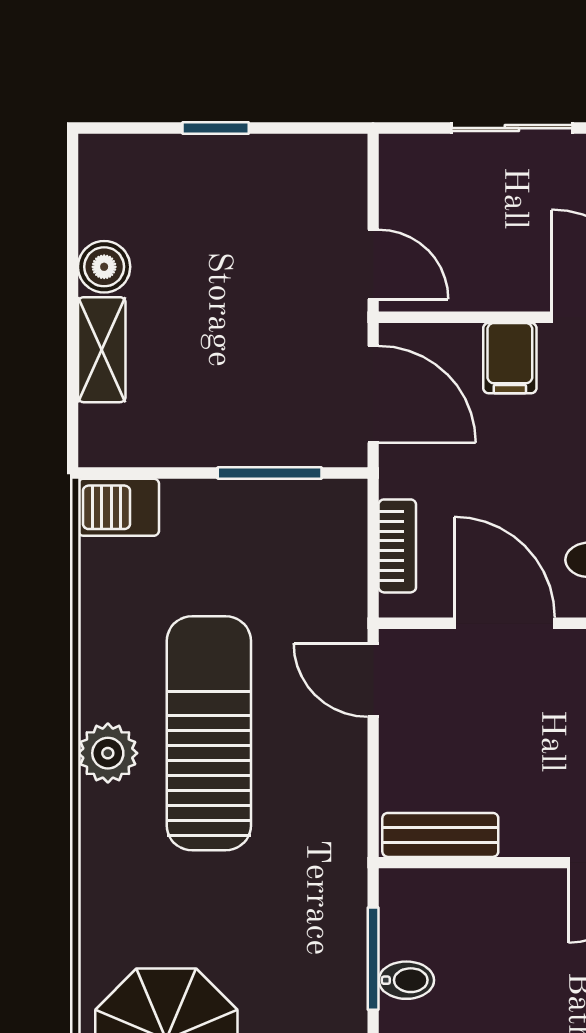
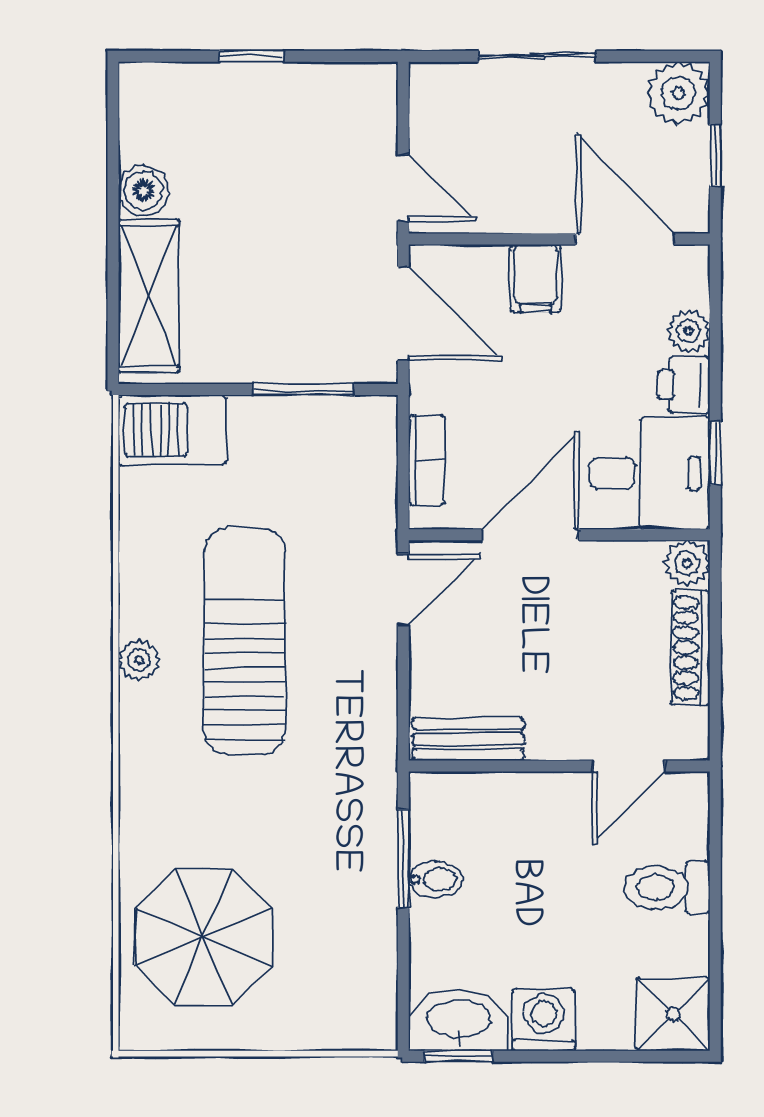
shelving: (102, 350) -> (149, 296), width x1.50, depth x1.33
barbecue: (119, 507) -> (172, 430), width x1.38, depth x1.27
door: (505, 623) -> (530, 535), hinge flipped
door: (373, 680) -> (403, 590), swing flipped
plant: (108, 753) -> (139, 660), width x0.73, depth x0.73

